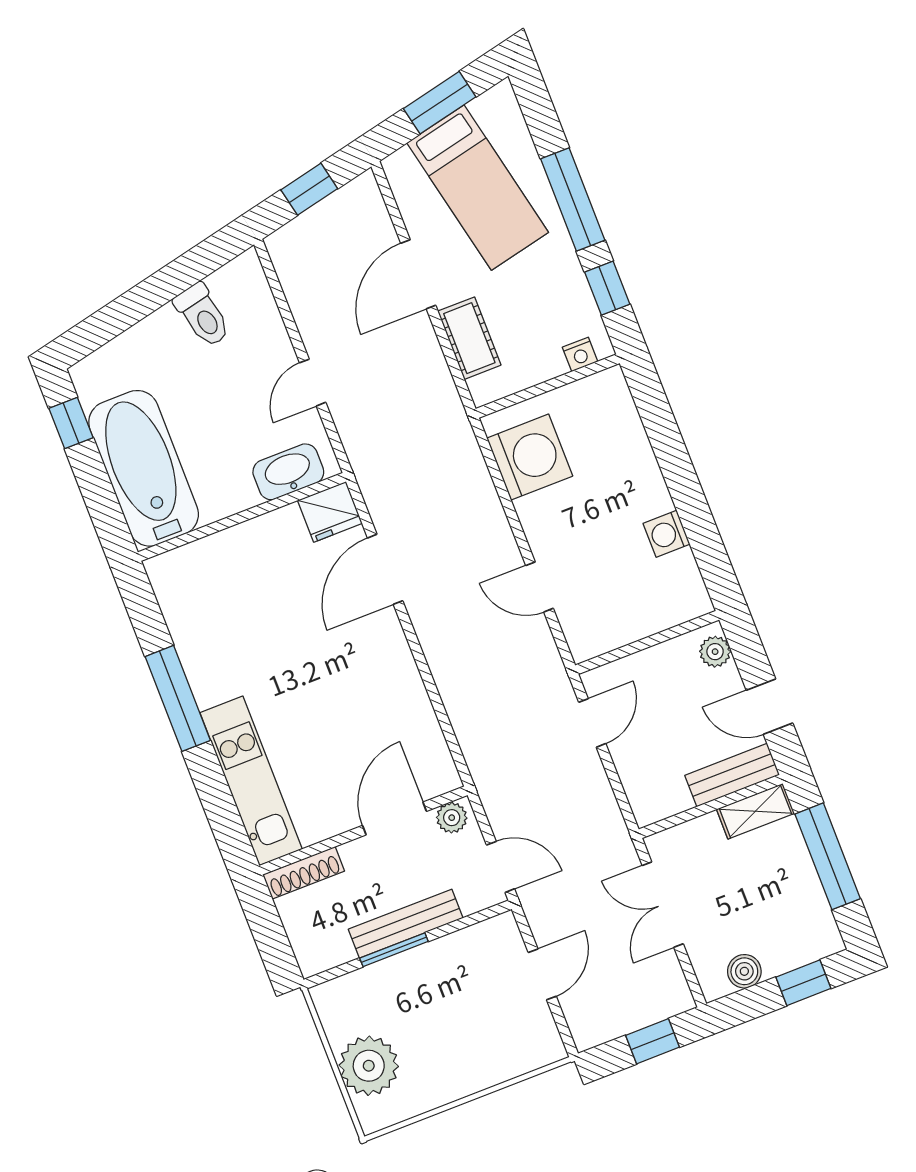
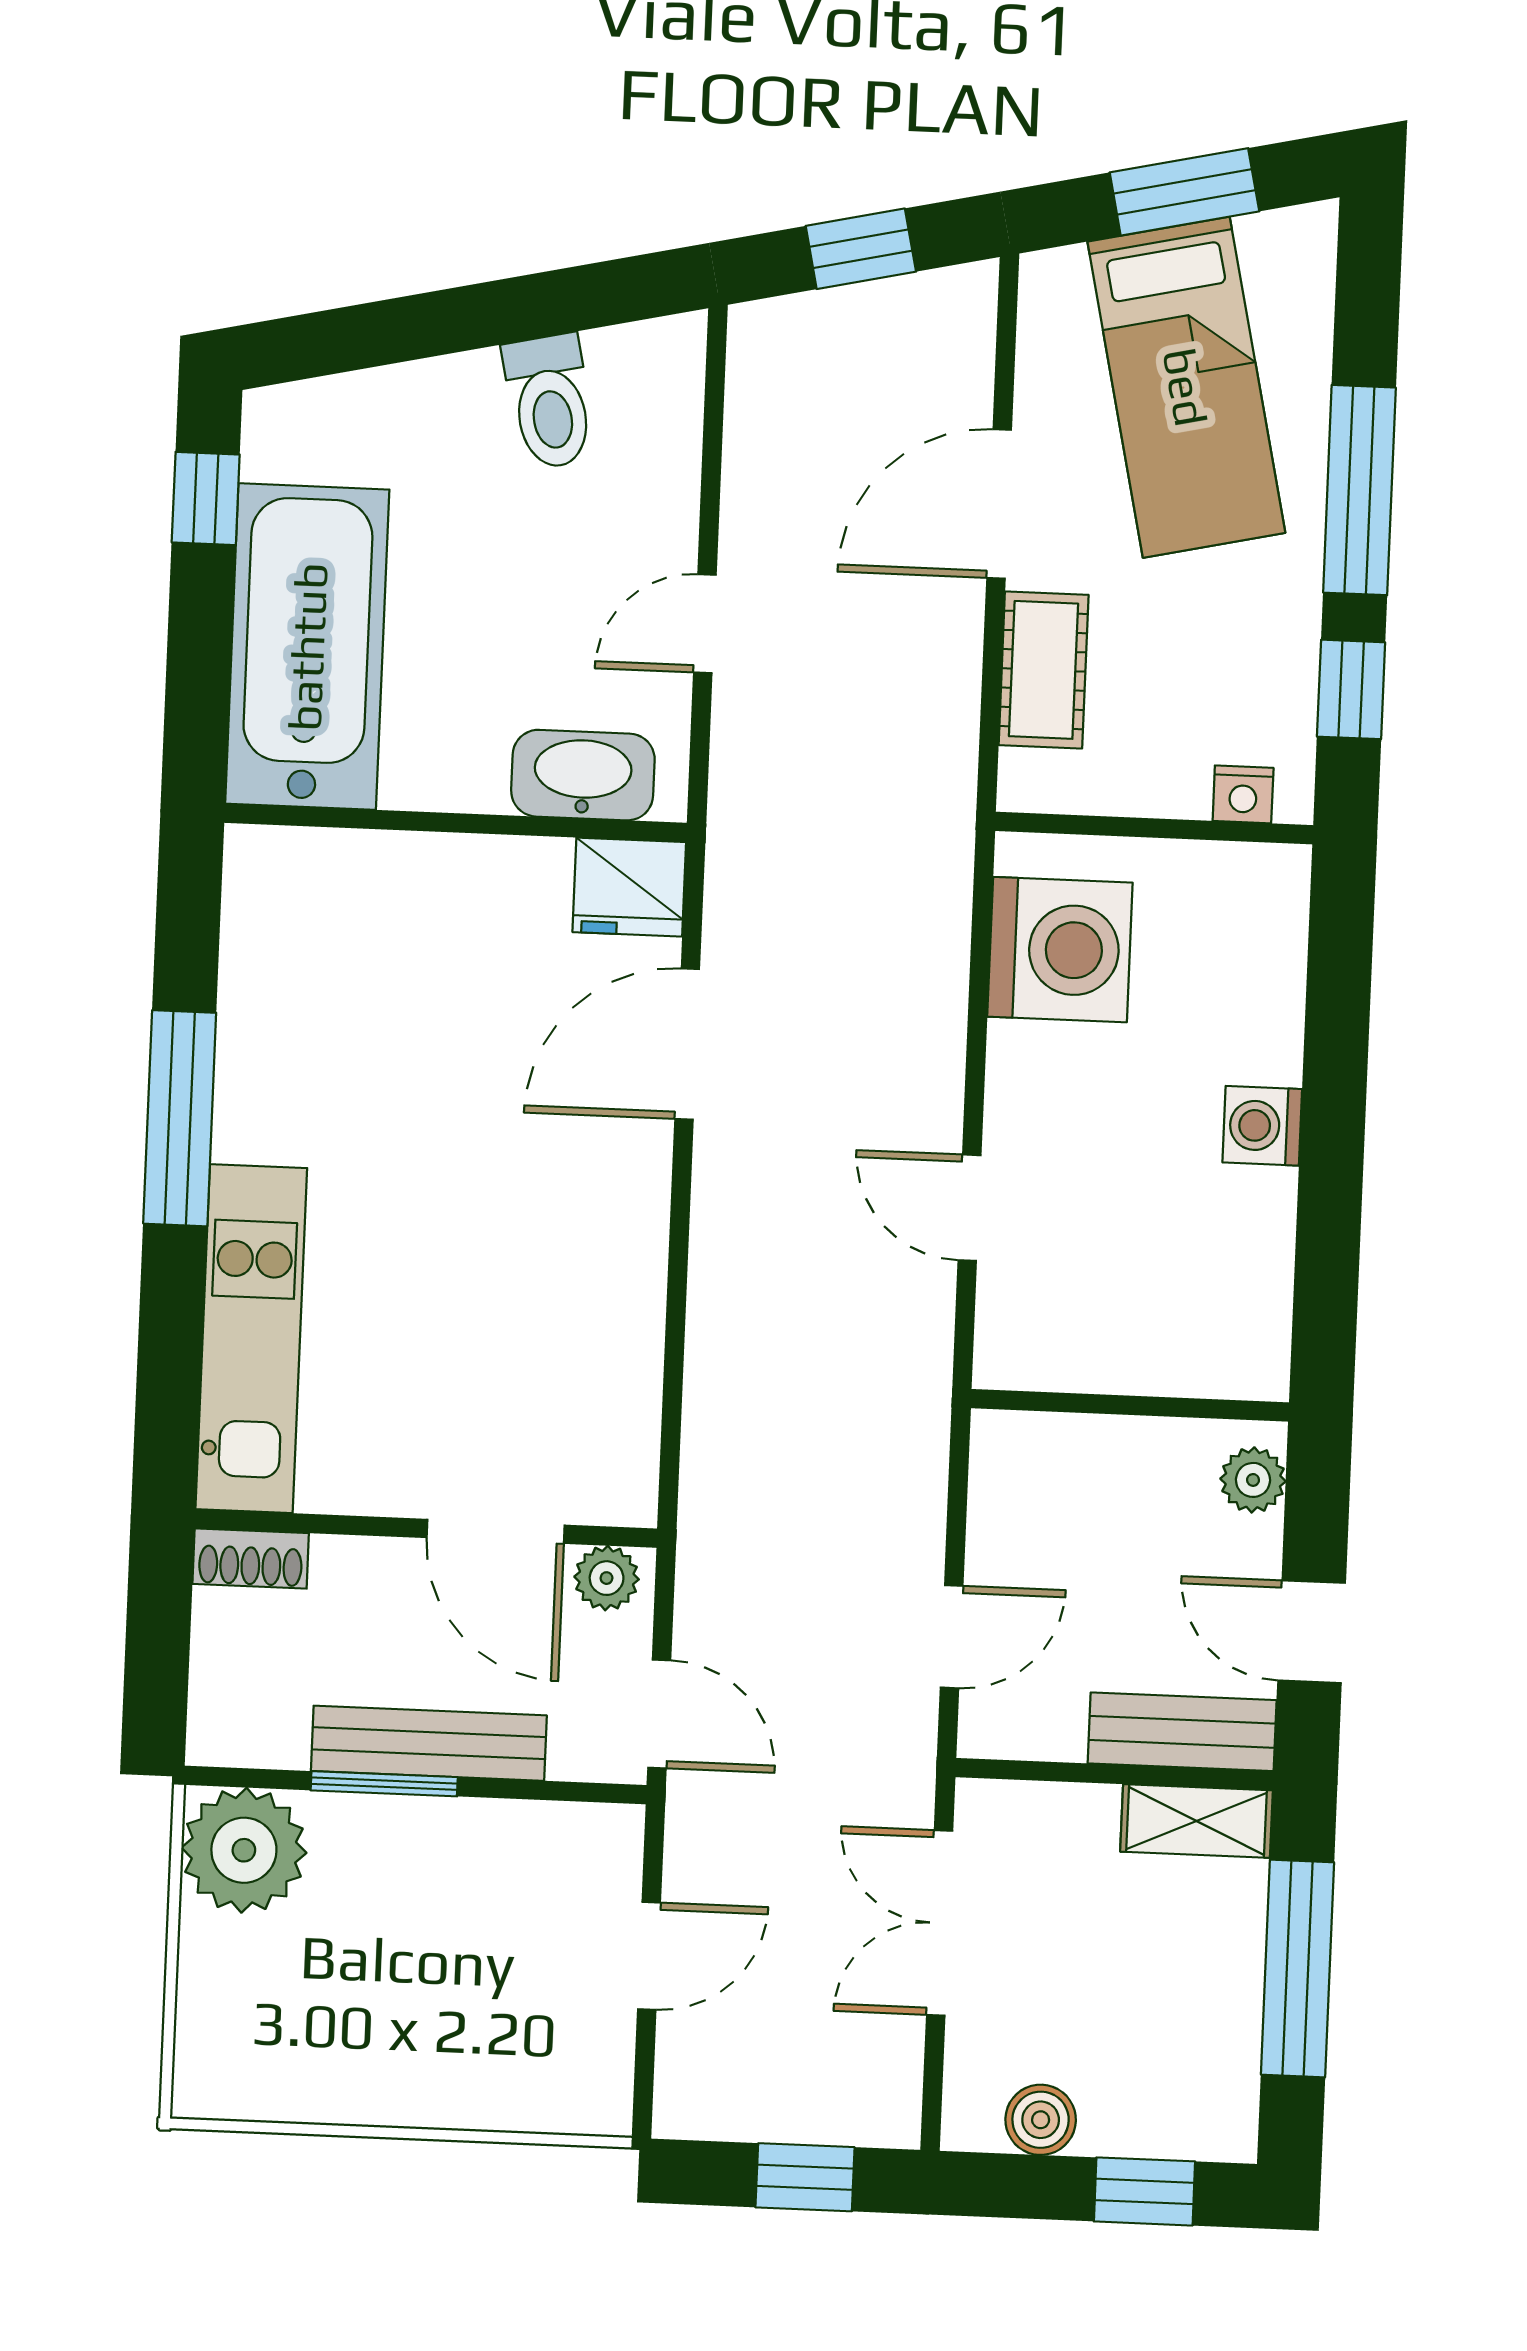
washing machine: (667, 534) -> (1262, 1126), moved
door: (592, 723) -> (952, 1637), moved
door: (394, 818) -> (496, 1531), swing flipped
shoe rack: (304, 873) -> (251, 1559), width x0.70
plant: (369, 1066) -> (244, 1850), moved

